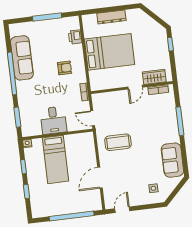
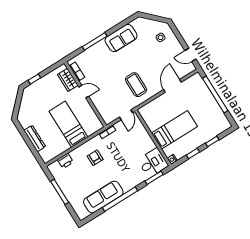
bed: (109, 52) -> (68, 124), width x0.67
desk: (53, 120) -> (153, 163), moved
sofa: (172, 160) -> (121, 38), moved
door: (100, 178) -> (172, 86), swing flipped

